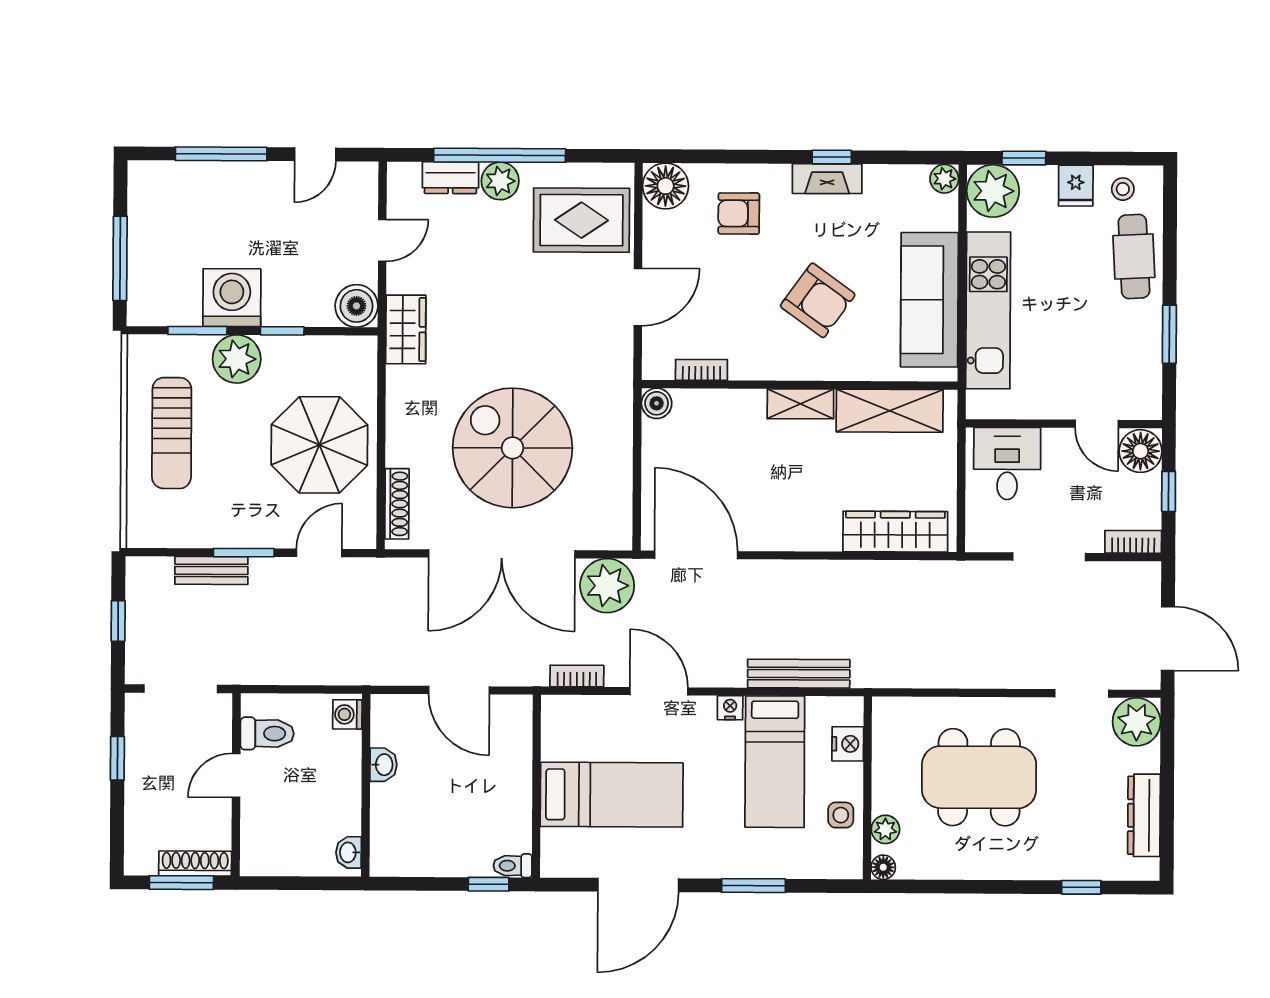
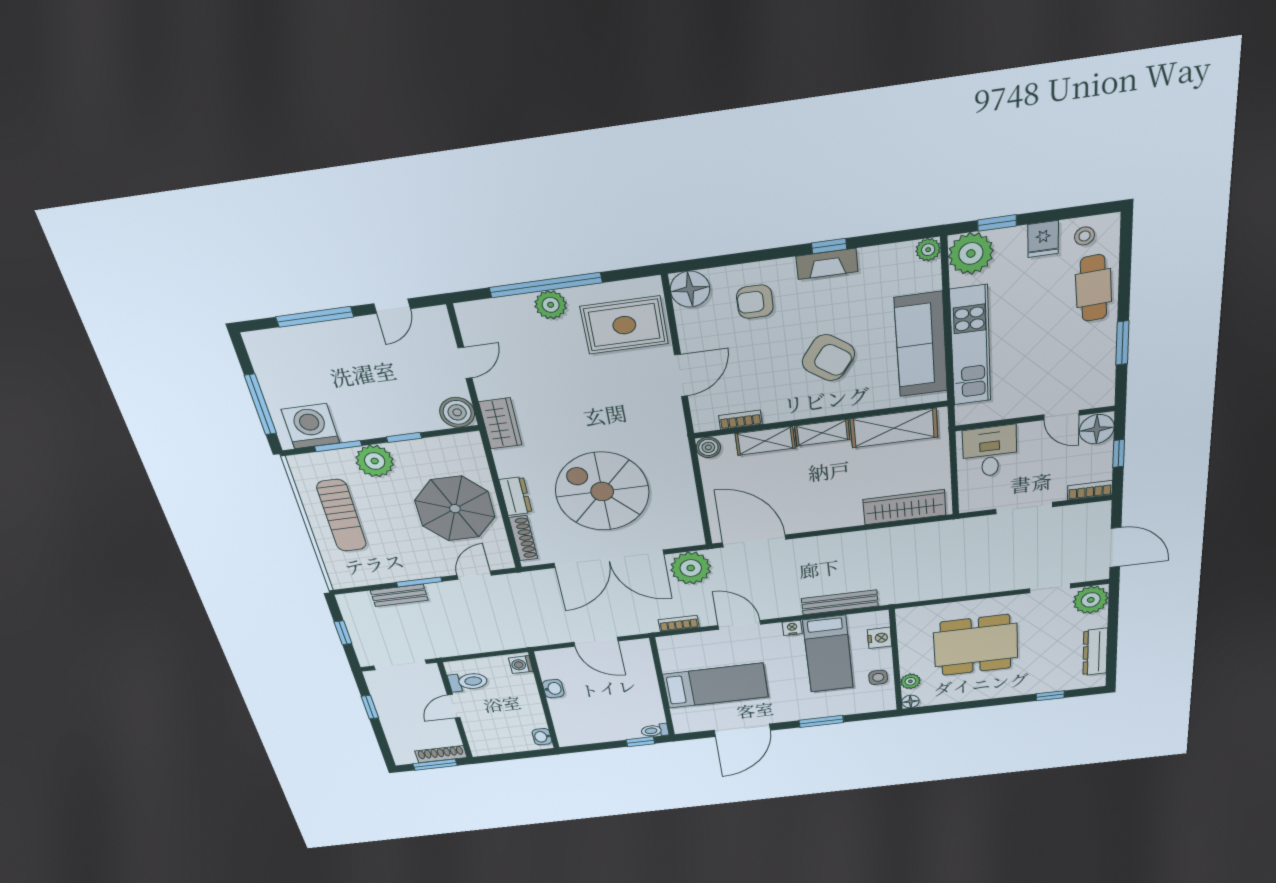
dresser: (450, 178) -> (516, 496), moved, turned -90
washing machine: (232, 298) -> (311, 426), moved
shelving: (728, 405) -> (765, 441), added

